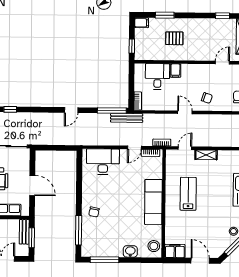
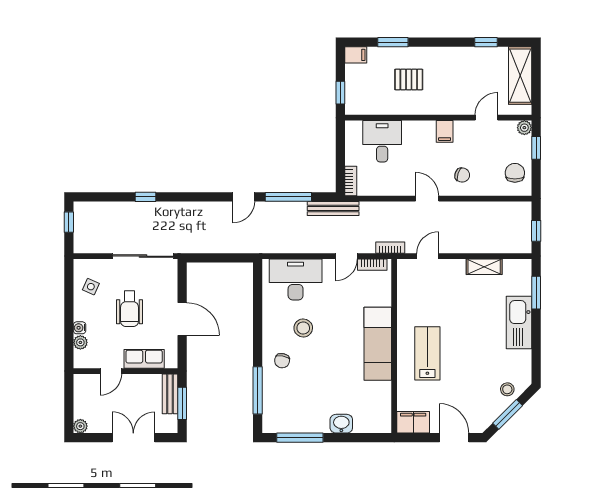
filing cabinet: (175, 71) -> (445, 131), moved
window: (112, 110) -> (288, 197), moved
shelving: (206, 155) -> (484, 267), moved
lab bench: (188, 194) -> (427, 353), moved
stool: (154, 246) -> (303, 328), moved

